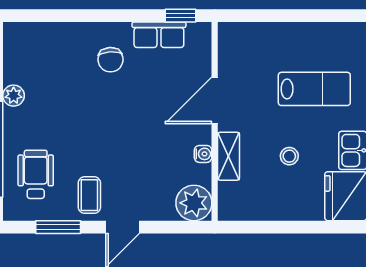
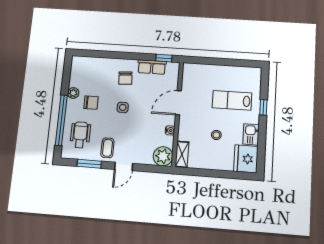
lab bench: (314, 89) -> (232, 100), turned 180
chair: (49, 112) -> (91, 103), added
side table: (111, 117) -> (123, 107), added
shelving: (229, 156) -> (182, 154), moved

